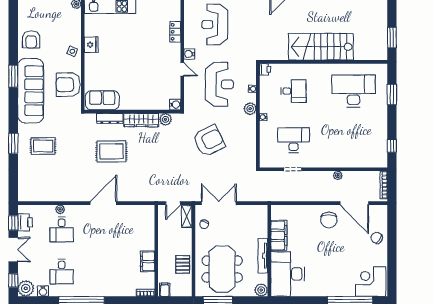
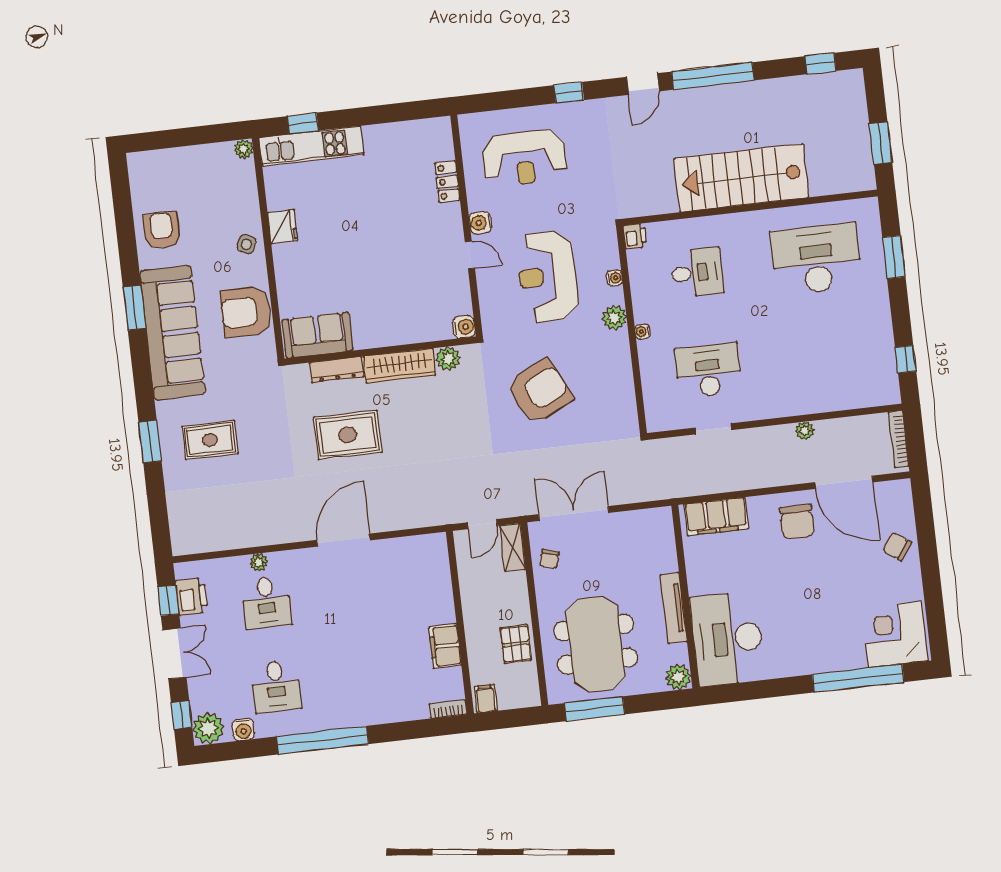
reception desk: (215, 24) -> (524, 158), turned -90
armchair: (31, 39) -> (162, 230), turned 180
reception desk: (219, 84) -> (547, 276), turned 180
filing cabinet: (279, 235) -> (716, 516), moved, turned 90

